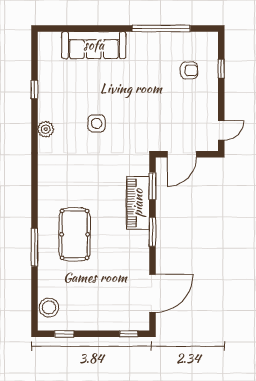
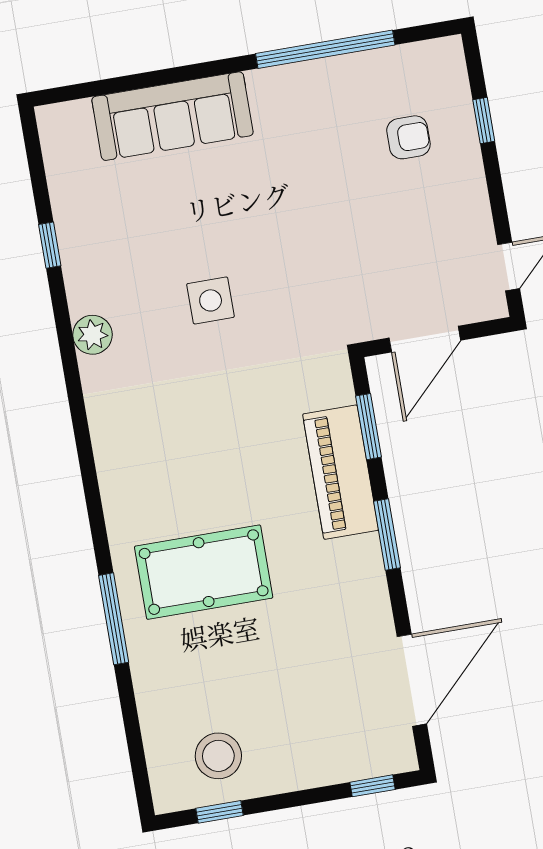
pool table: (75, 234) -> (204, 572), turned 90
stool: (49, 307) -> (218, 756), moved

